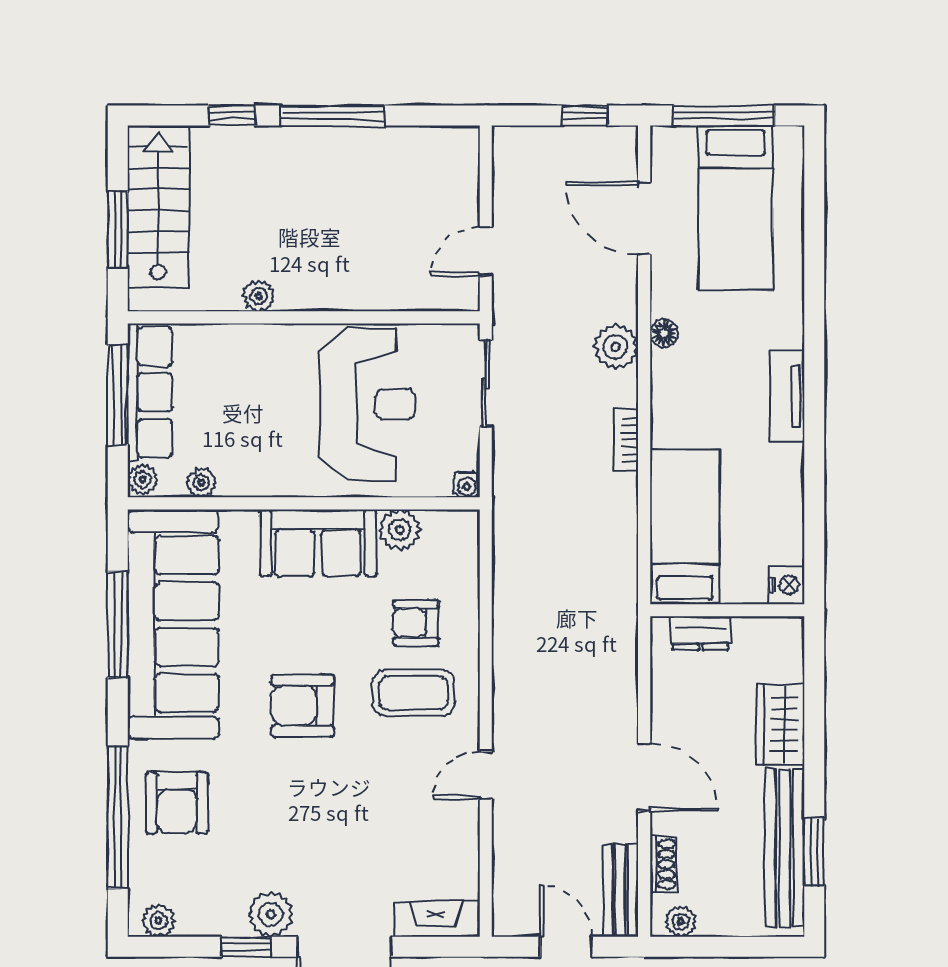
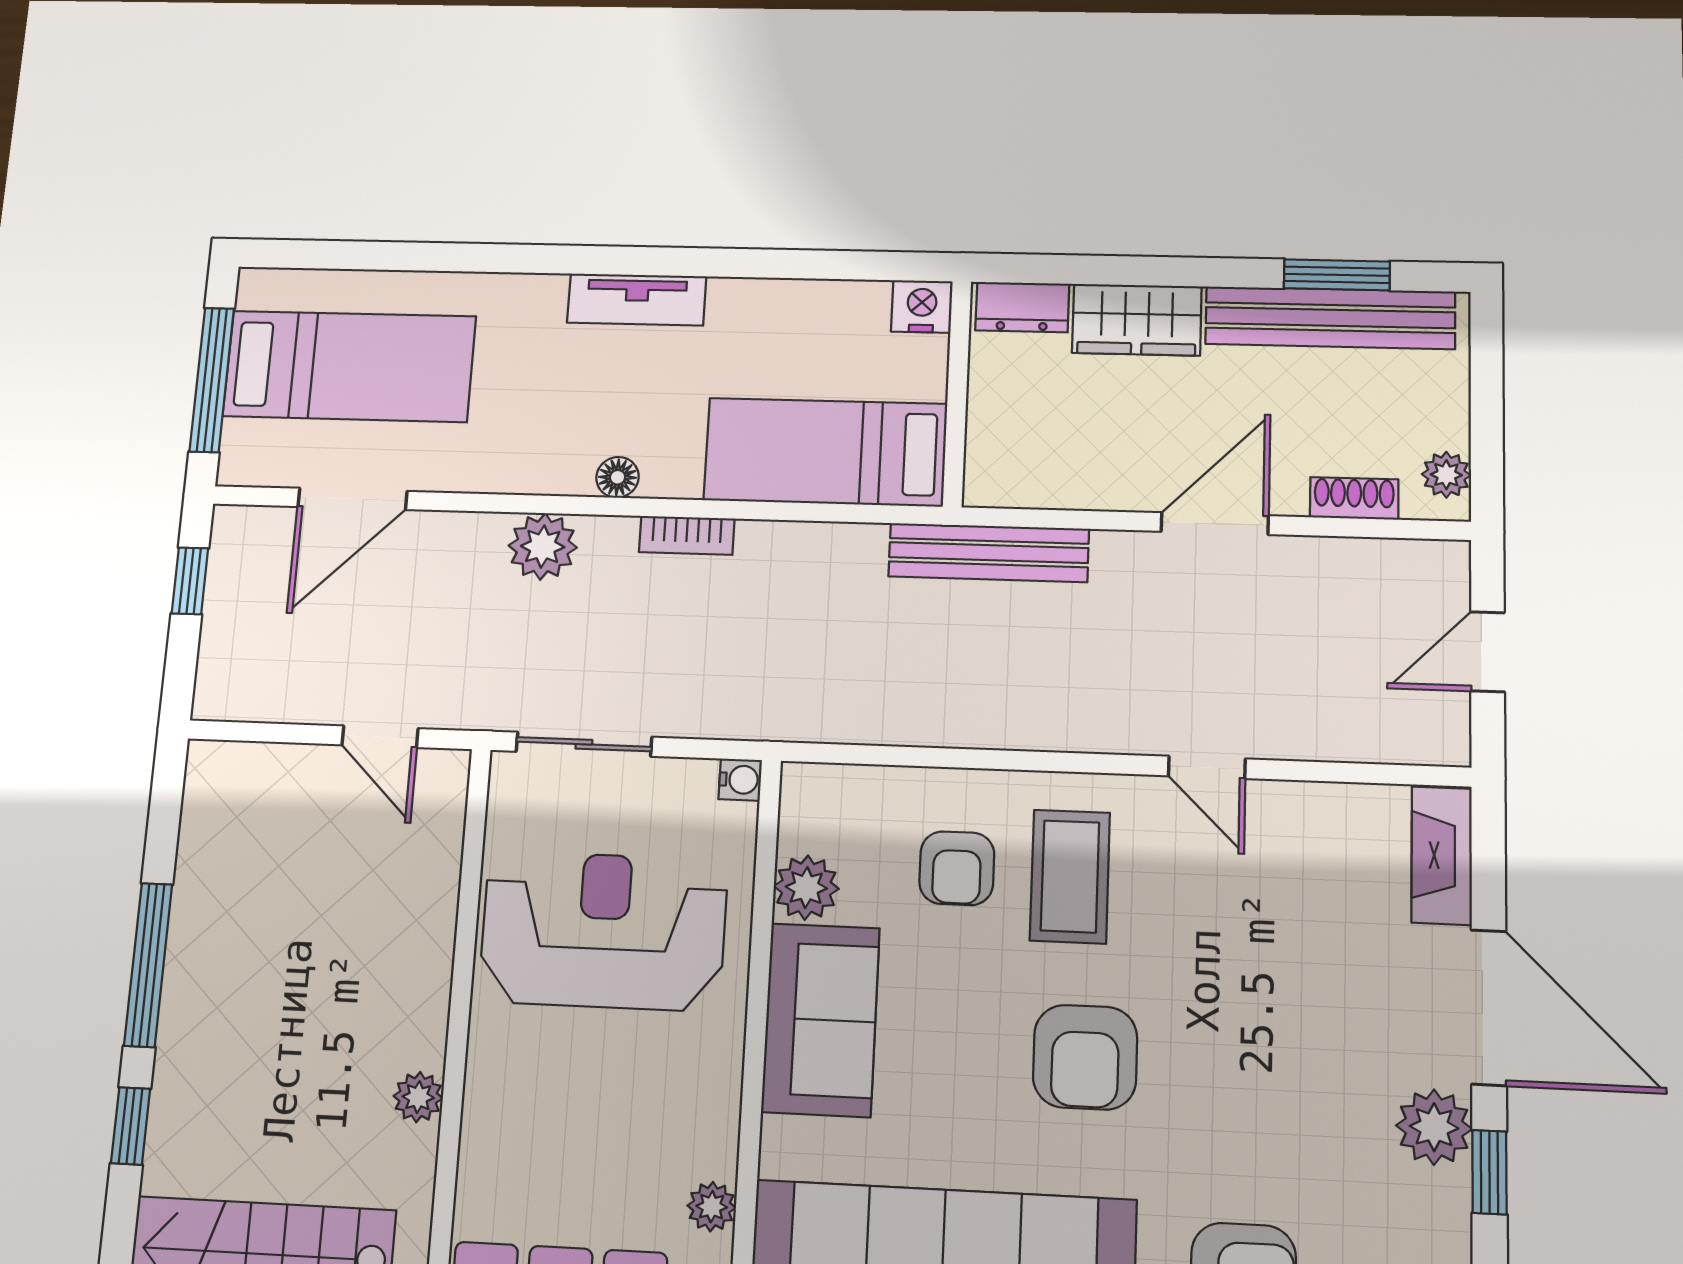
floor lamp: (664, 333) -> (618, 477), moved
dresser: (701, 633) -> (1022, 307), moved, turned 90
bench: (620, 890) -> (989, 553), moved, width x1.36

